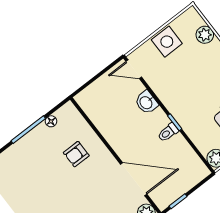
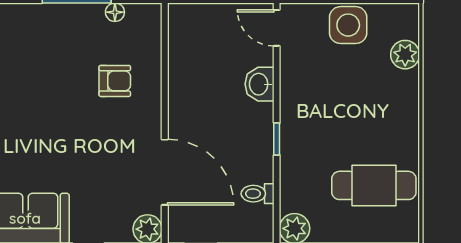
toilet: (168, 132) -> (258, 194), moved
armchair: (76, 154) -> (115, 81), turned 180

